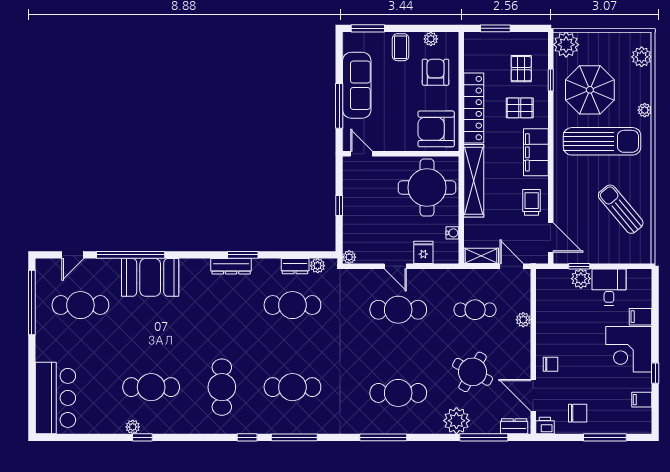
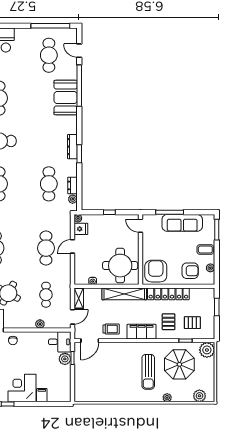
sun lounger: (602, 141) -> (148, 372), width x0.73, depth x0.75
door: (361, 154) -> (141, 226), swing flipped
sun lounger: (621, 209) -> (107, 383), removed
fridge: (423, 252) -> (81, 229), moved
desk: (609, 287) -> (60, 342), moved

